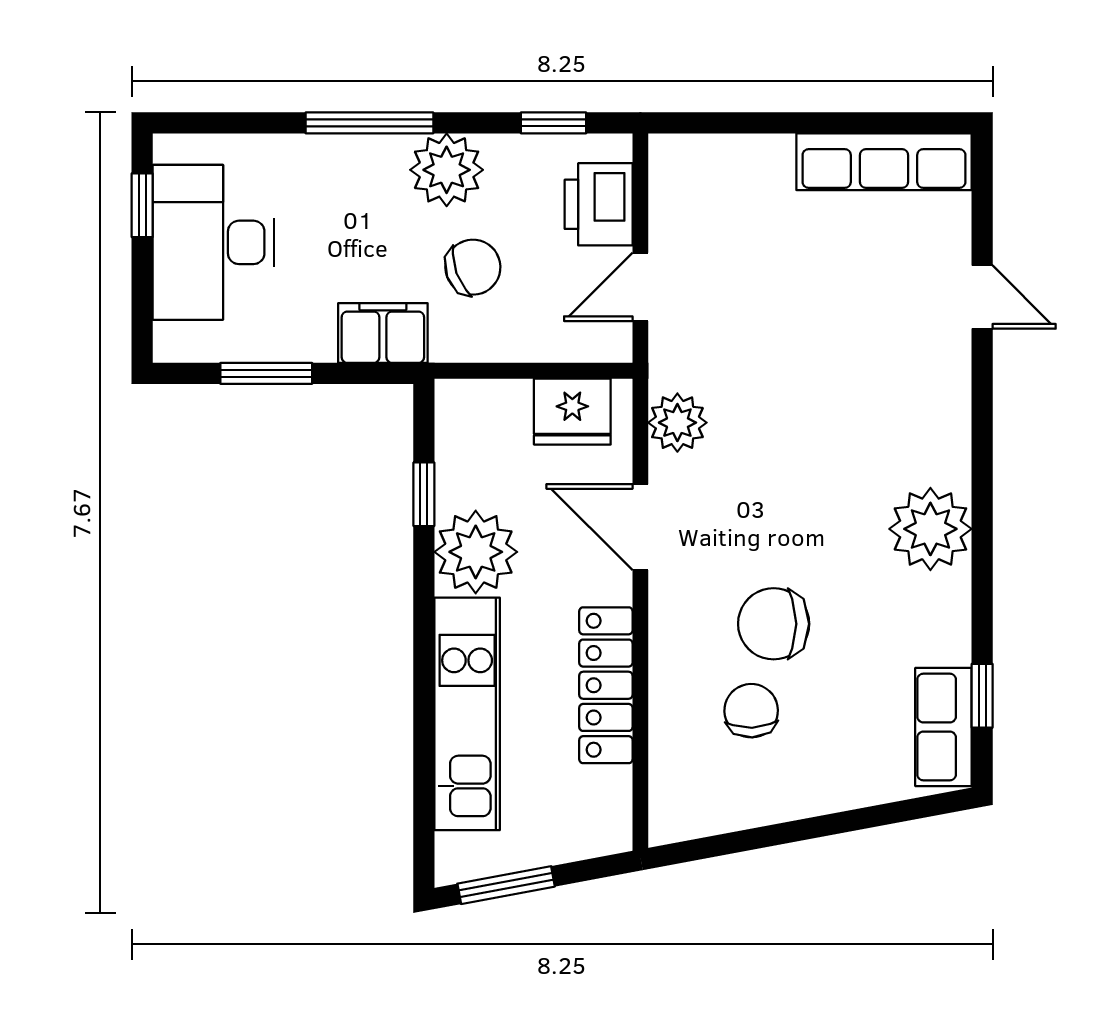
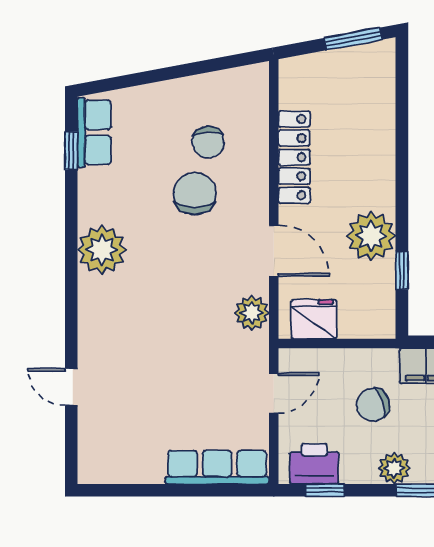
row of seats: (884, 162) -> (217, 467), moved
plant: (447, 170) -> (394, 468), width x0.73, depth x0.73
printer: (599, 204) -> (314, 464), moved, turned -90
chair: (774, 624) -> (195, 194), turned -90
kitchen unit: (467, 714) -> (376, 140), removed

